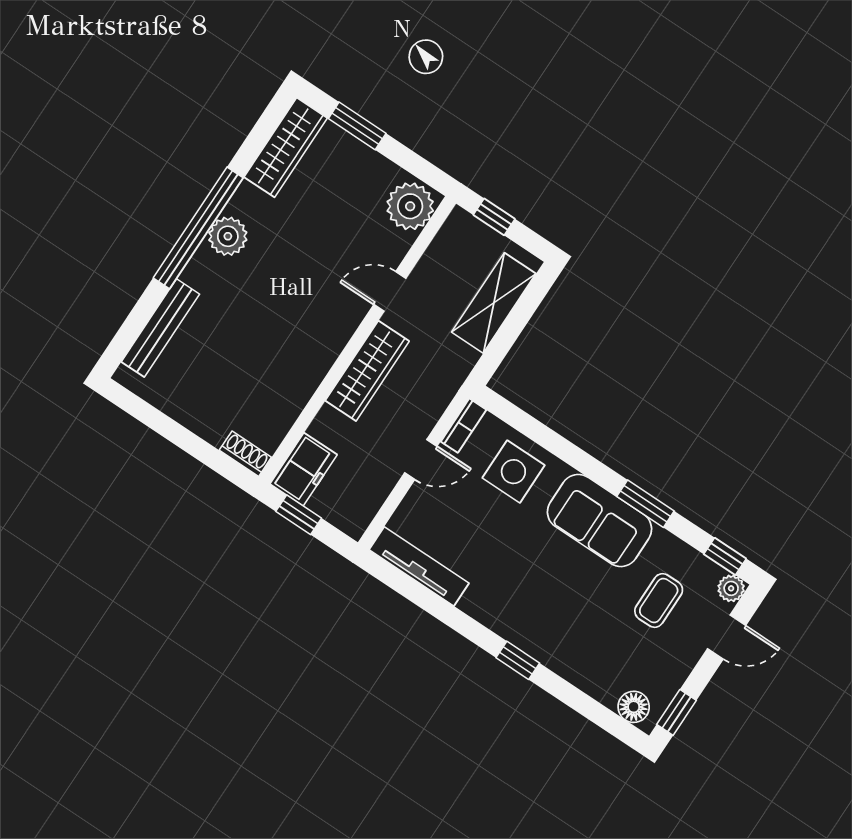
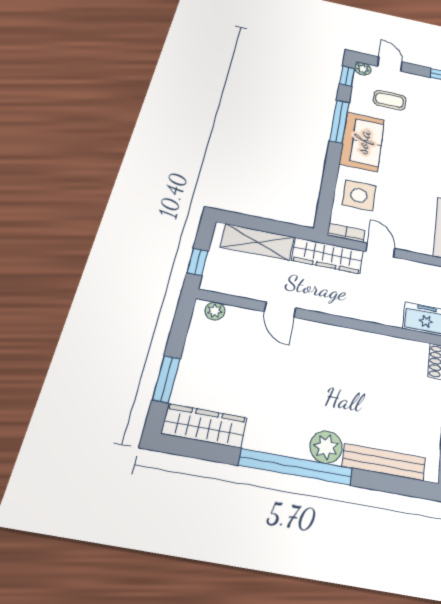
plant: (410, 206) -> (215, 311), width x0.53, depth x0.53
plant: (228, 236) -> (326, 447), moved
wardrobe: (367, 371) -> (328, 256), moved, turned 180
window: (646, 504) -> (339, 122), width x1.44

